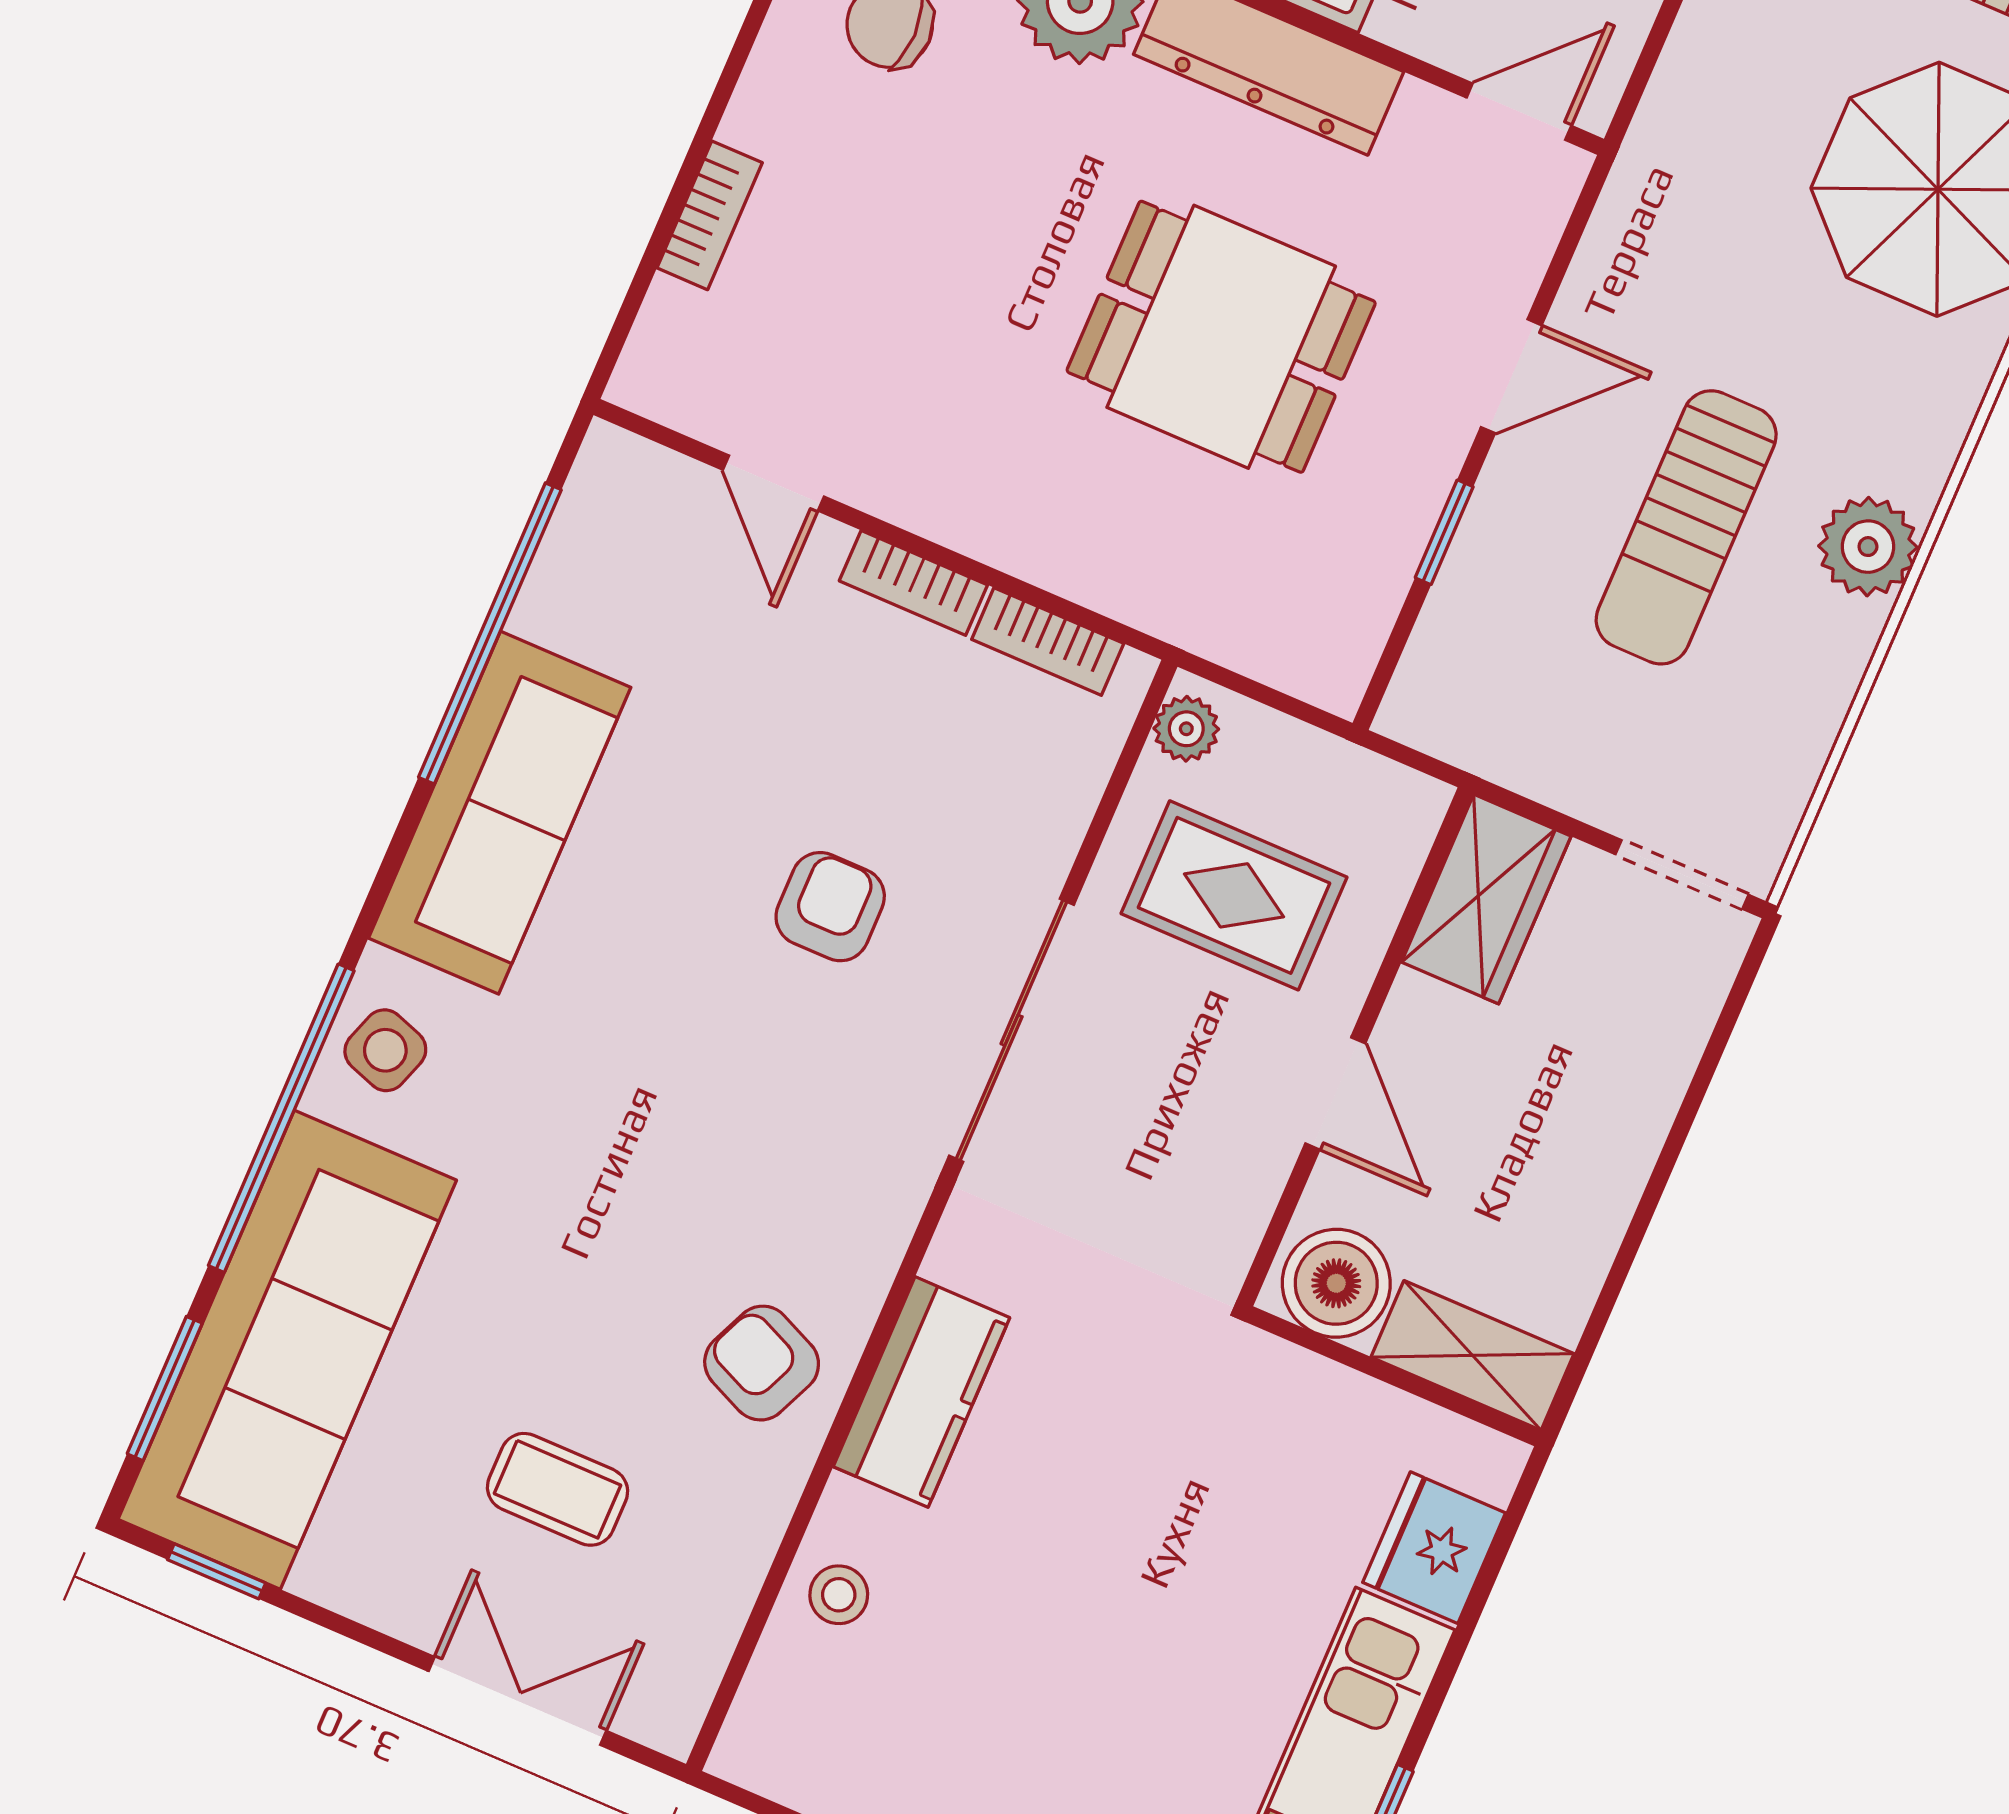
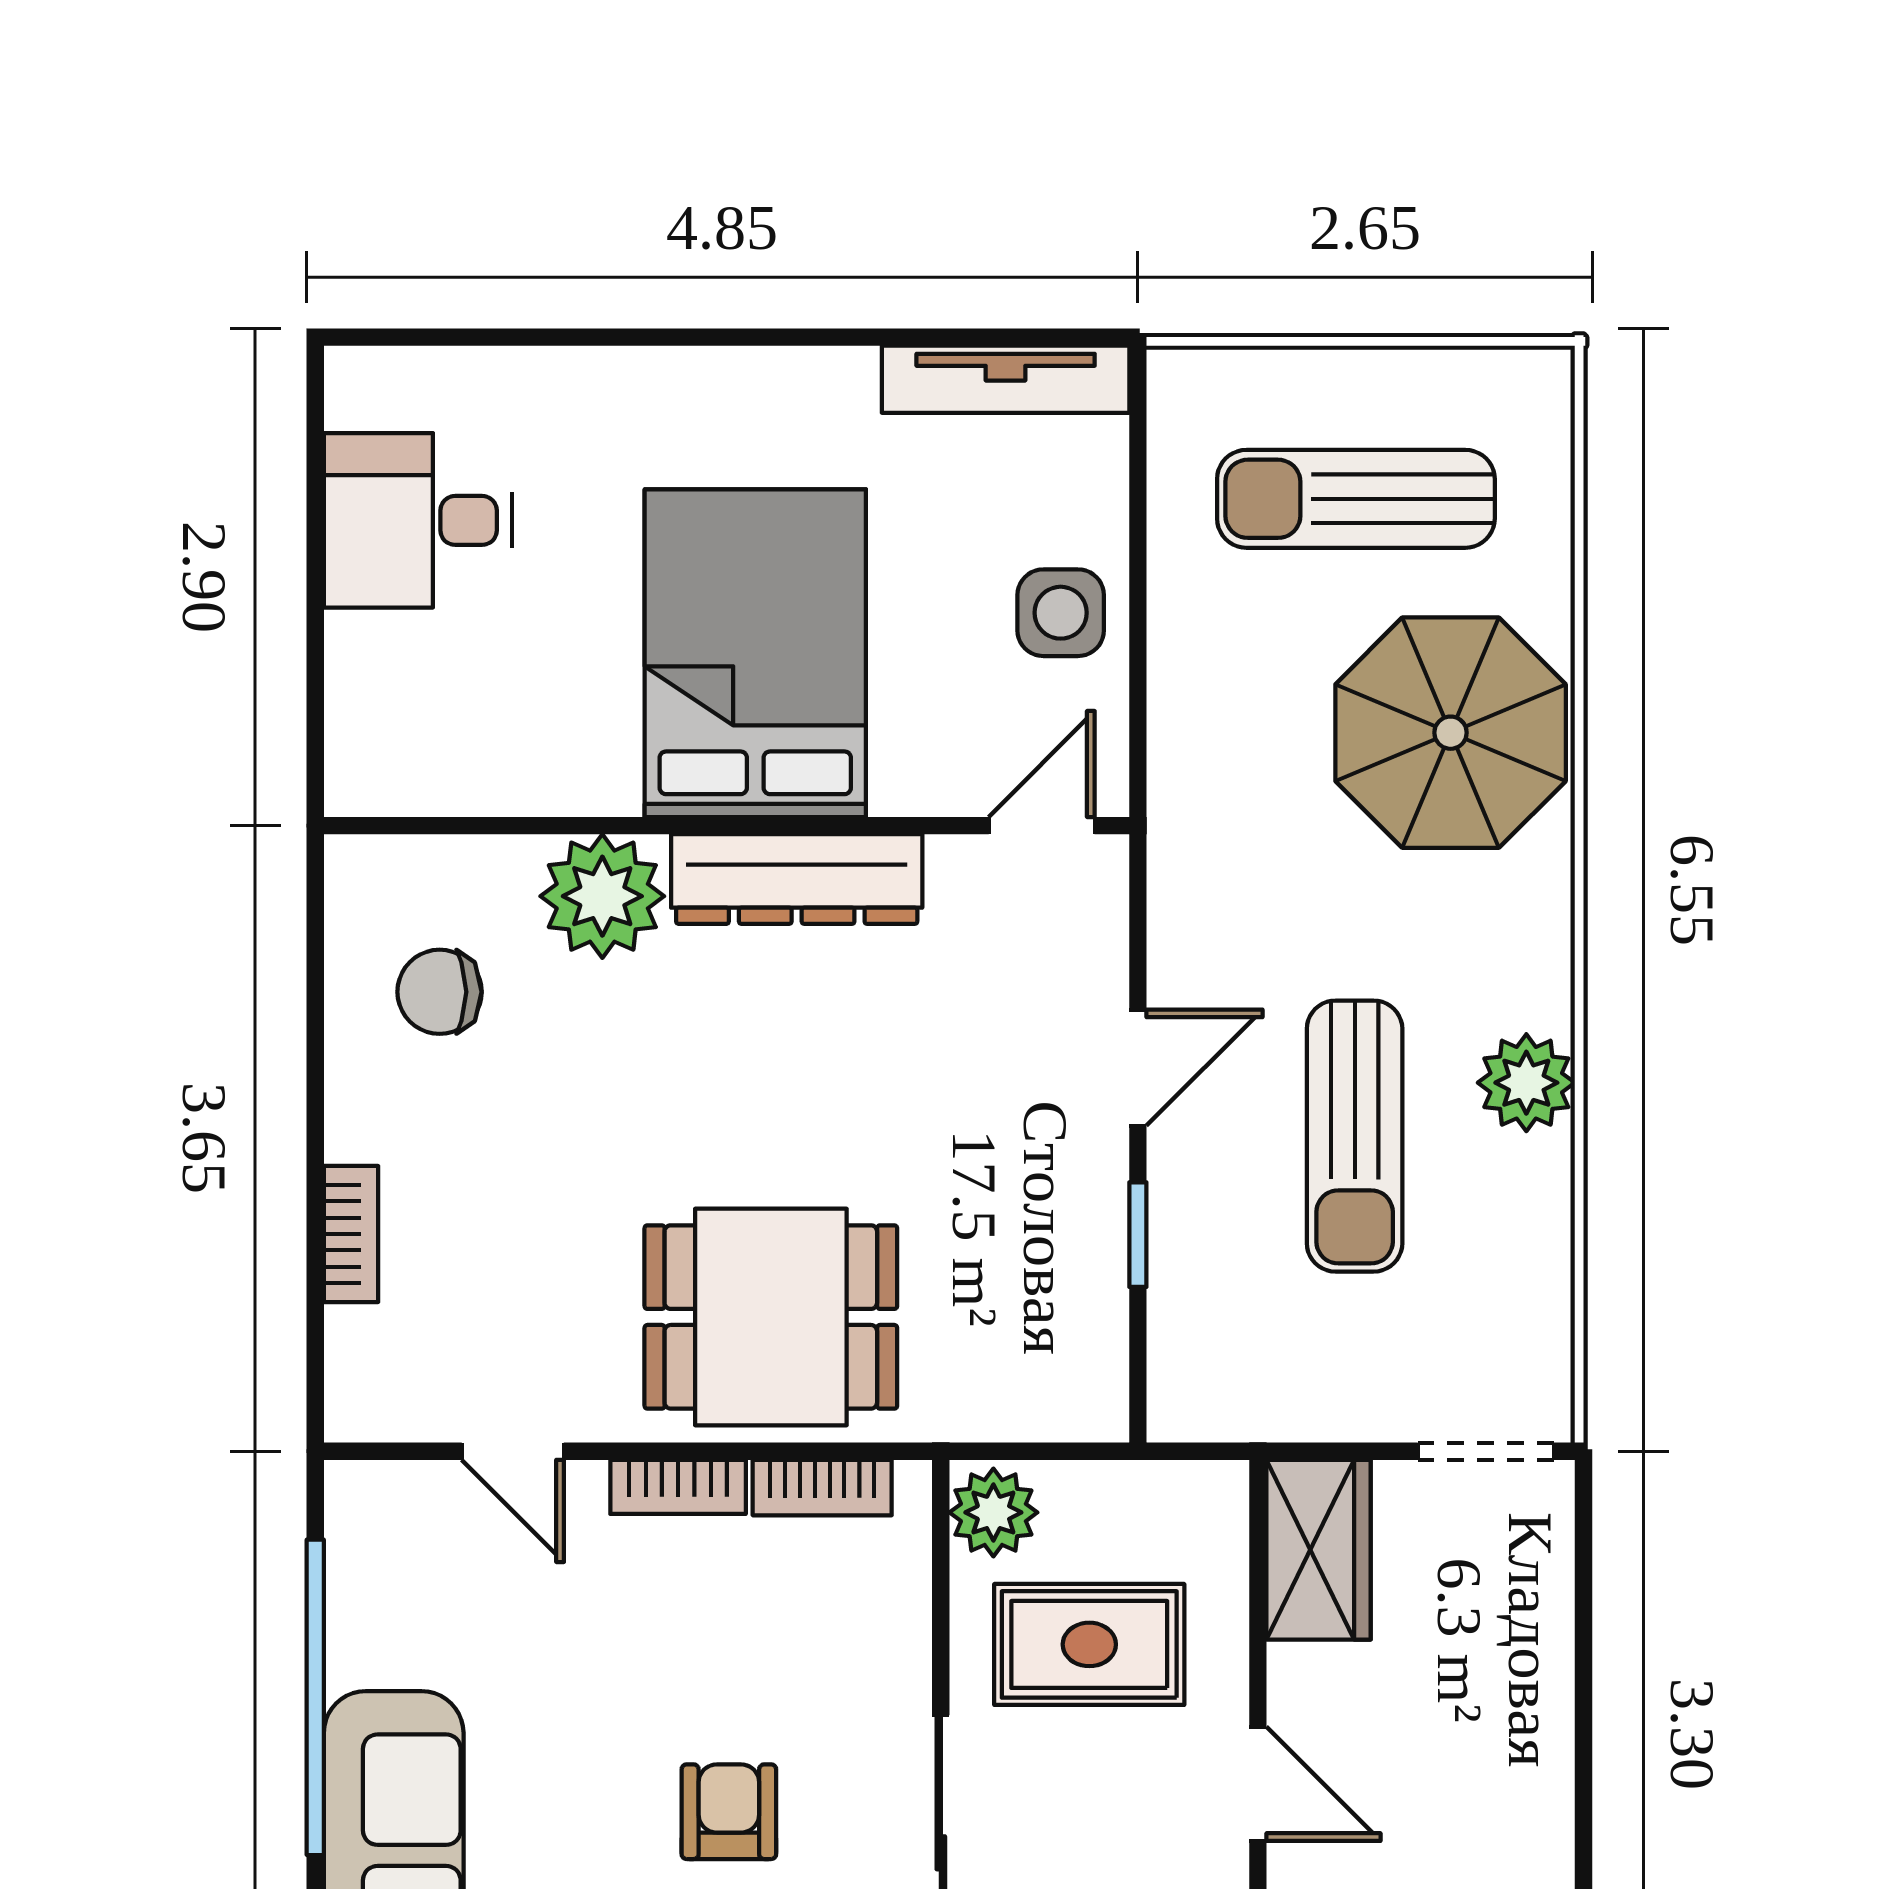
dining table: (1221, 337) -> (771, 1317), moved
plant: (1186, 729) -> (993, 1512), width x1.38, depth x1.38

